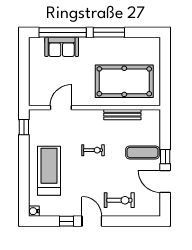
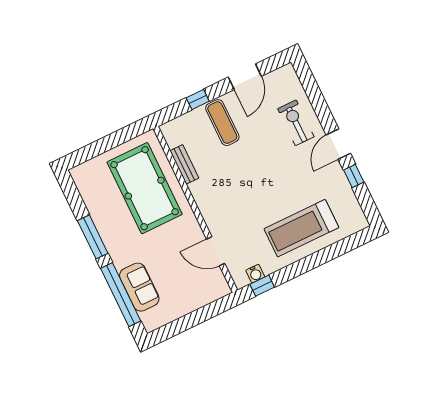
bench: (122, 115) -> (184, 164), width x0.73
exercise bike: (93, 150) -> (249, 186), removed
window: (165, 157) -> (198, 99), moved
water cooler: (34, 211) -> (255, 274), moved

